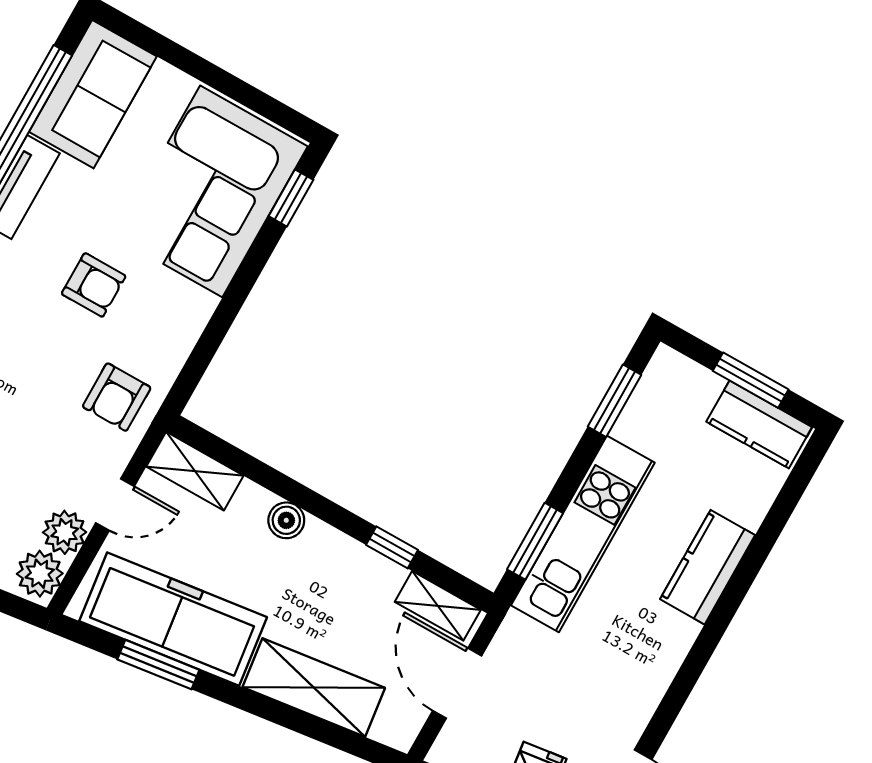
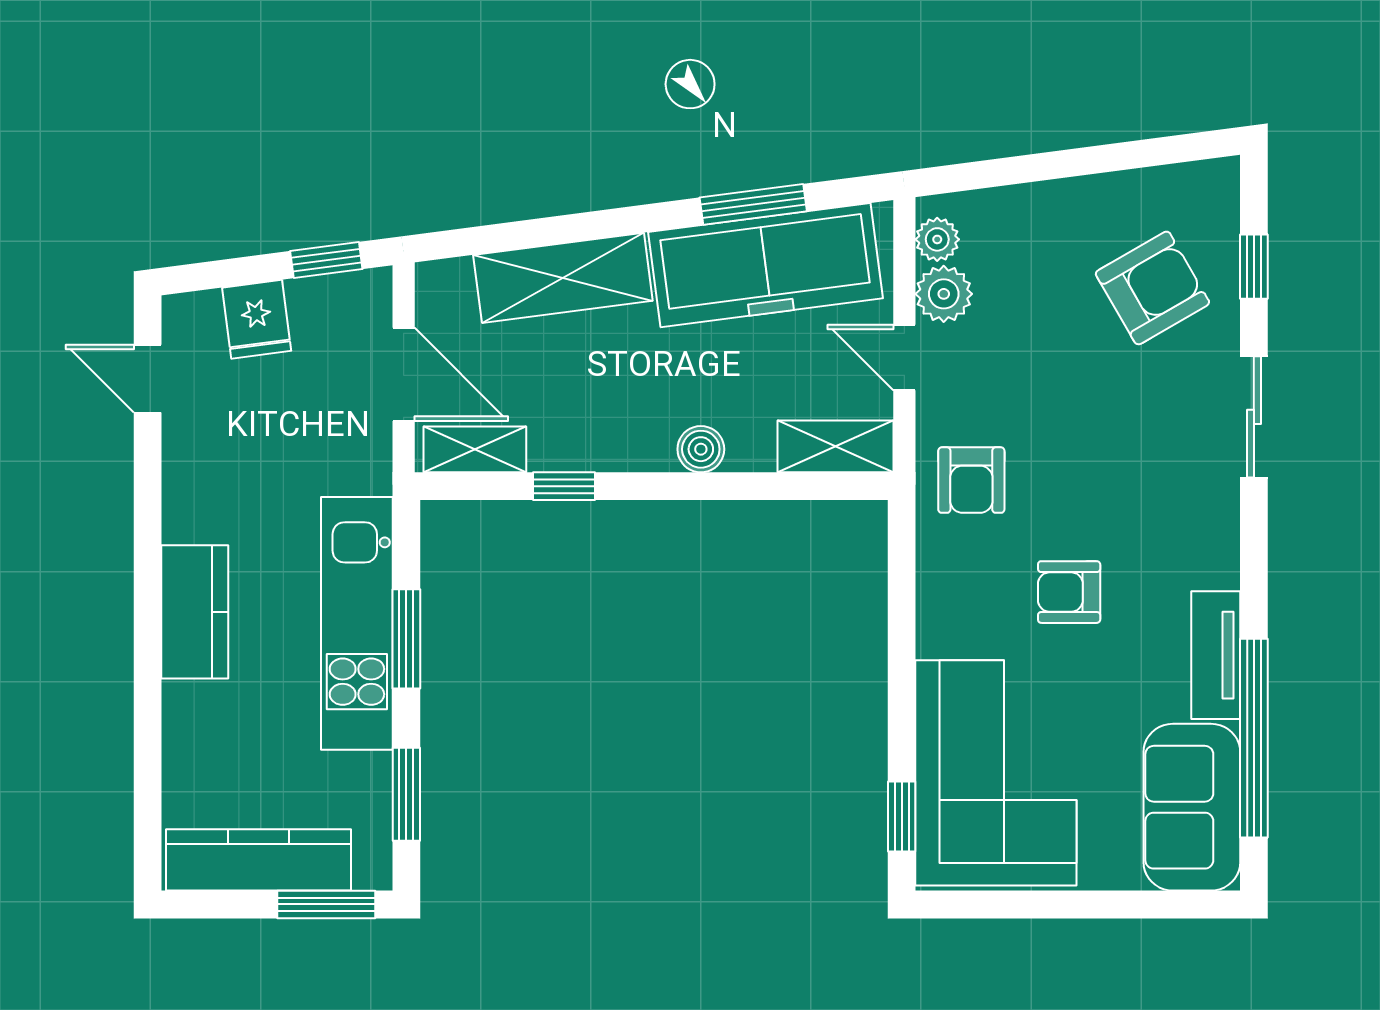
window: (751, 380) -> (326, 904), moved
armchair: (117, 397) -> (971, 480), turned 180
kitchen counter: (759, 424) -> (259, 860), width x1.50
door: (115, 505) -> (904, 357), hinge flipped
window: (535, 541) -> (406, 639), moved
kitchen counter: (708, 567) -> (195, 612), moved
plant: (40, 574) -> (937, 239), width x0.73, depth x0.73

